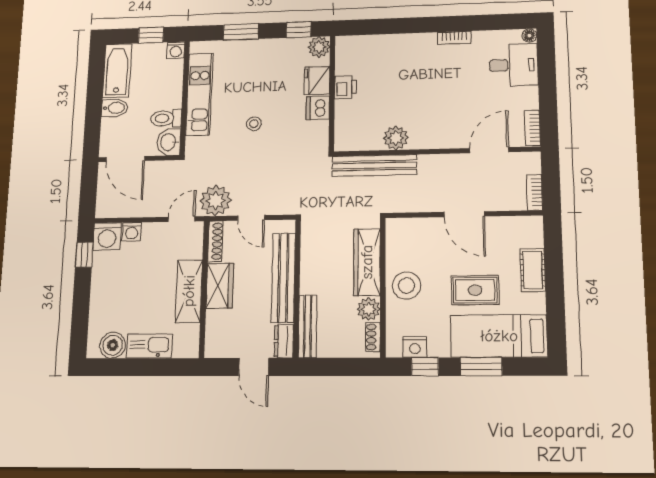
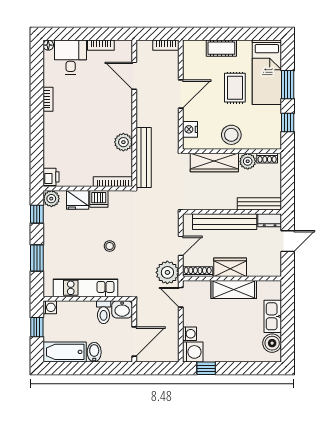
printer: (345, 87) -> (51, 177), moved, turned 90
bookcase: (341, 126) -> (113, 182), added
bookcase: (532, 128) -> (101, 45), moved
nightstand: (415, 347) -> (190, 129), moved, turned 180

